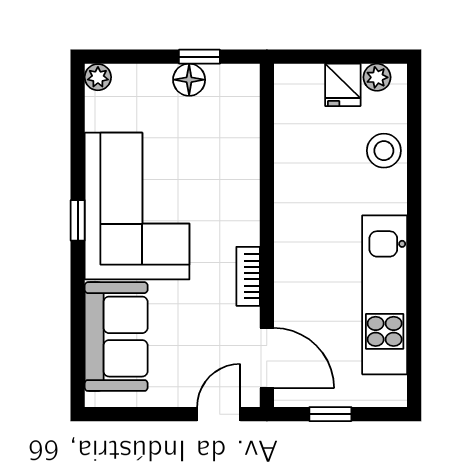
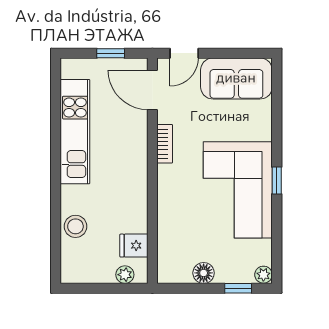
window: (199, 57) -> (238, 288), moved
plant: (377, 77) -> (125, 275), moved
fridge: (343, 85) -> (134, 246), moved, turned -90
sofa: (116, 337) -> (236, 78), moved, turned -90

